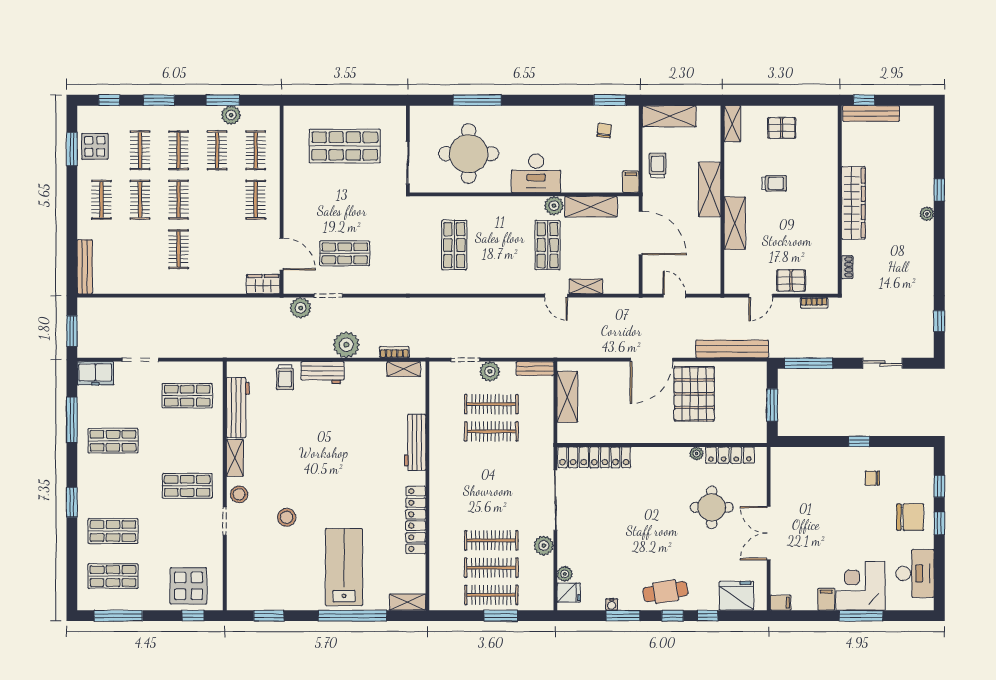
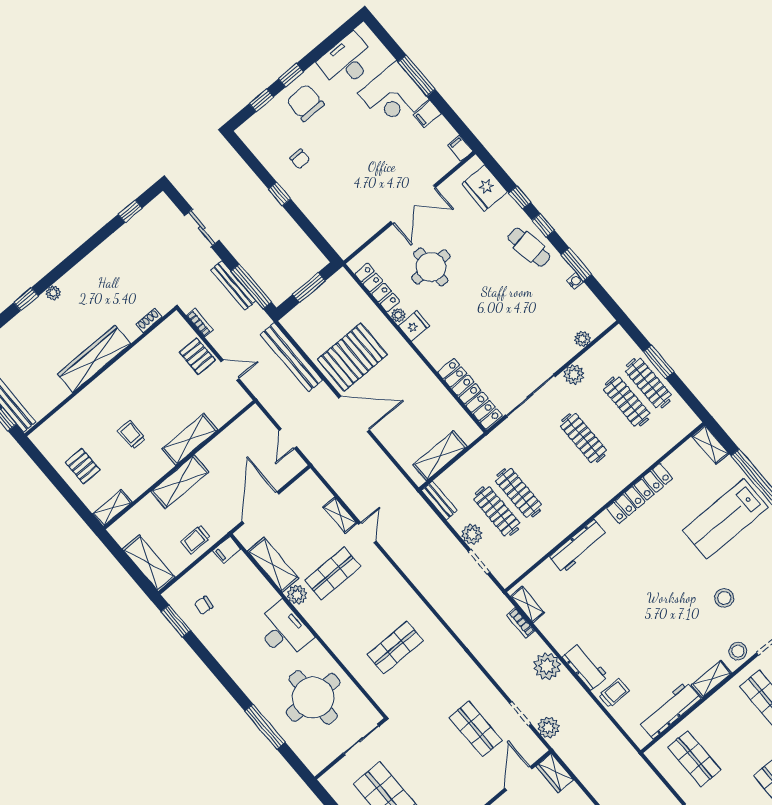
bench: (821, 351) -> (233, 285), added
clothes rail: (491, 540) -> (583, 438), moved
fridge: (569, 593) -> (414, 326), moved, turned 90

